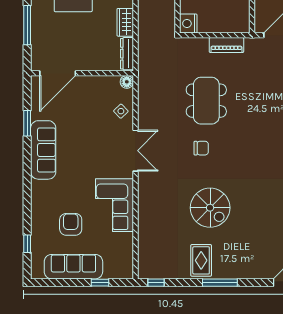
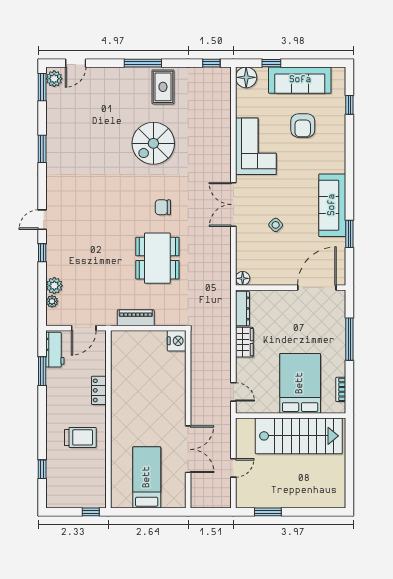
side table: (121, 111) -> (276, 225), moved
spiral stairs: (210, 208) -> (153, 143), turned -90
floor lamp: (123, 269) -> (246, 77), added

